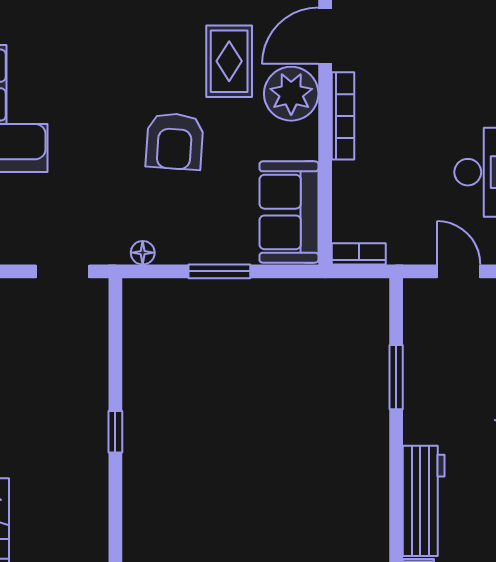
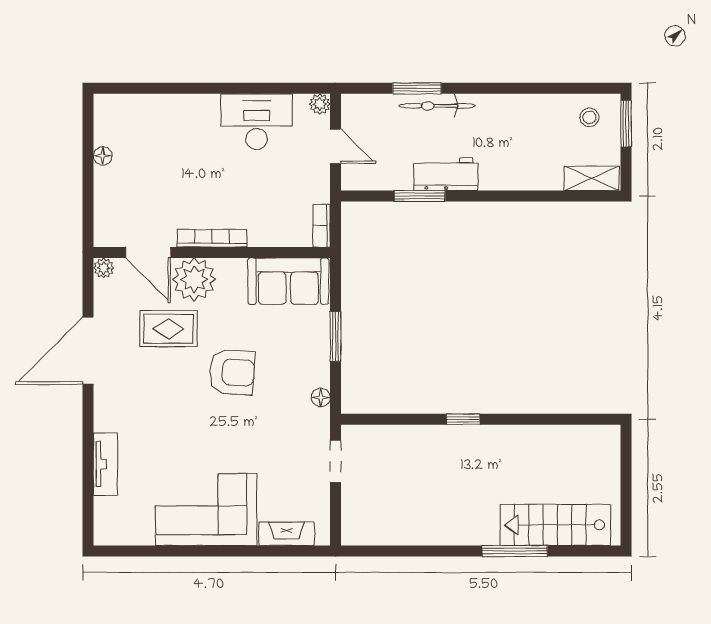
door: (459, 271) -> (336, 146), swing flipped
workbench: (424, 501) -> (446, 174), moved, width x0.73

